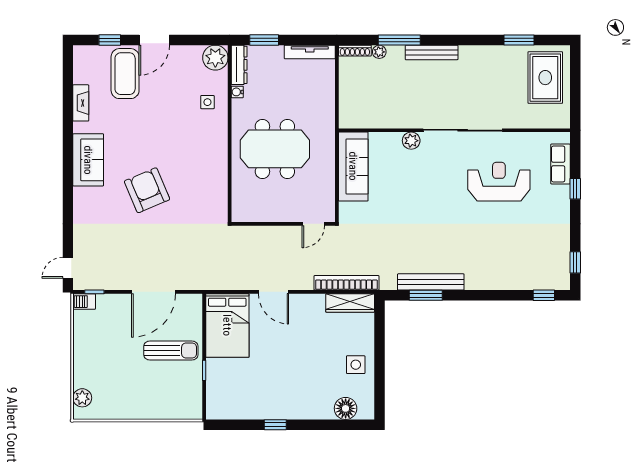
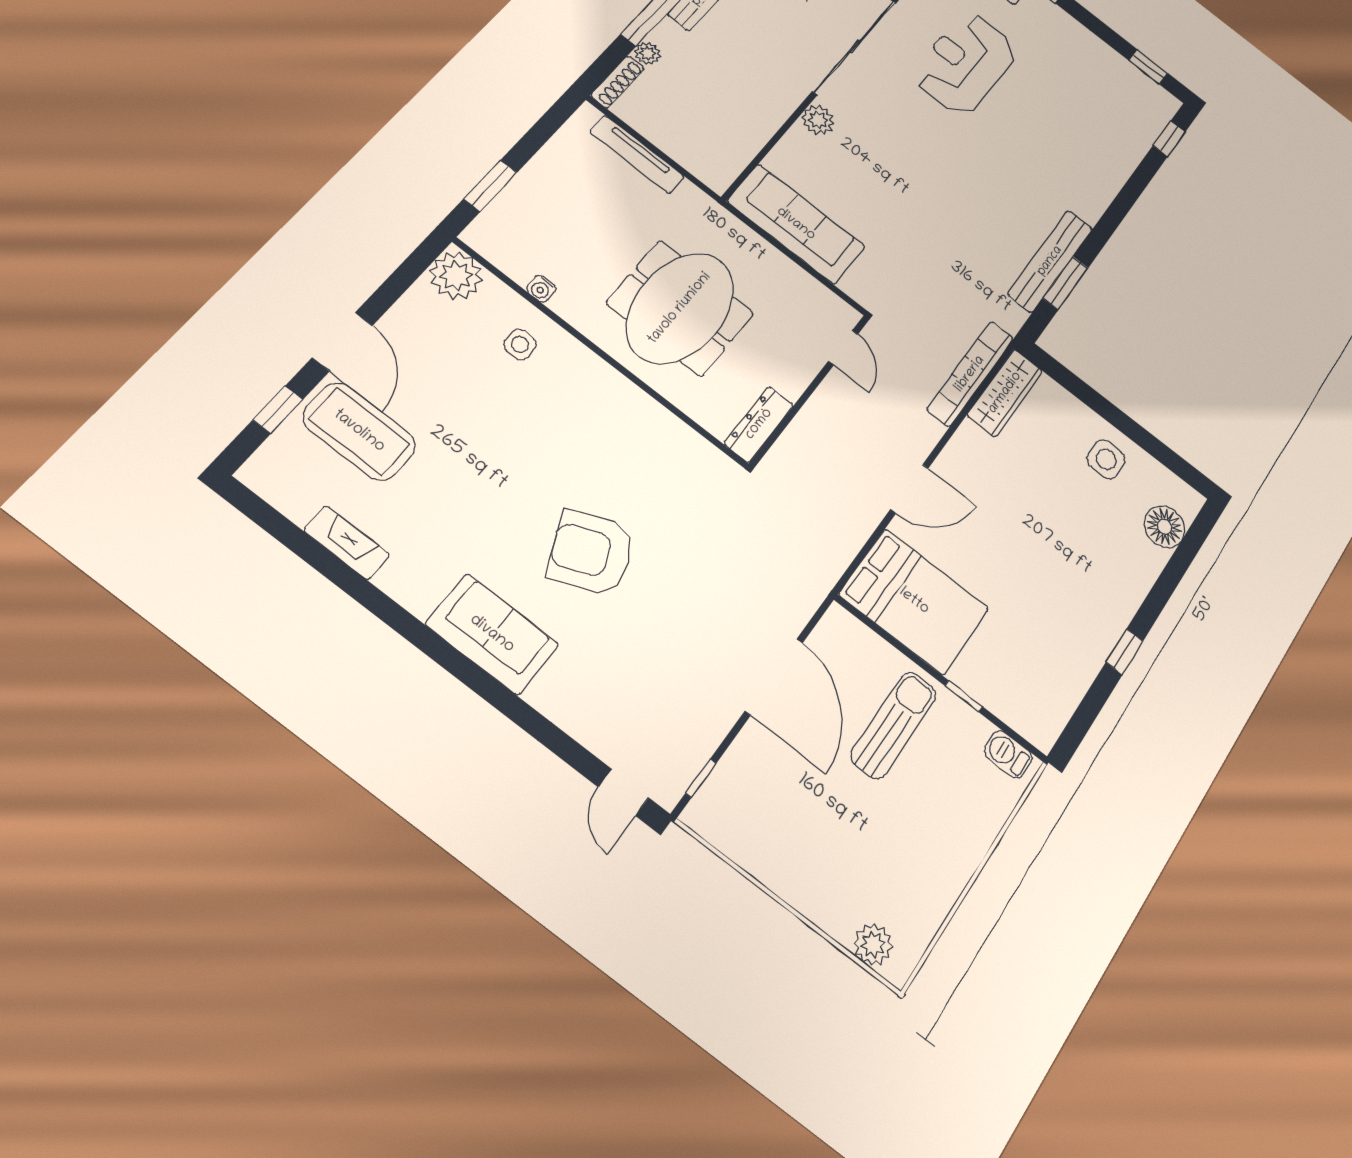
tv unit: (310, 52) -> (637, 154), moved, turned 90
dresser: (239, 65) -> (759, 424), moved, turned -90
sofa: (88, 160) -> (492, 634), moved
barbecue: (84, 302) -> (1008, 754), moved, turned 90

